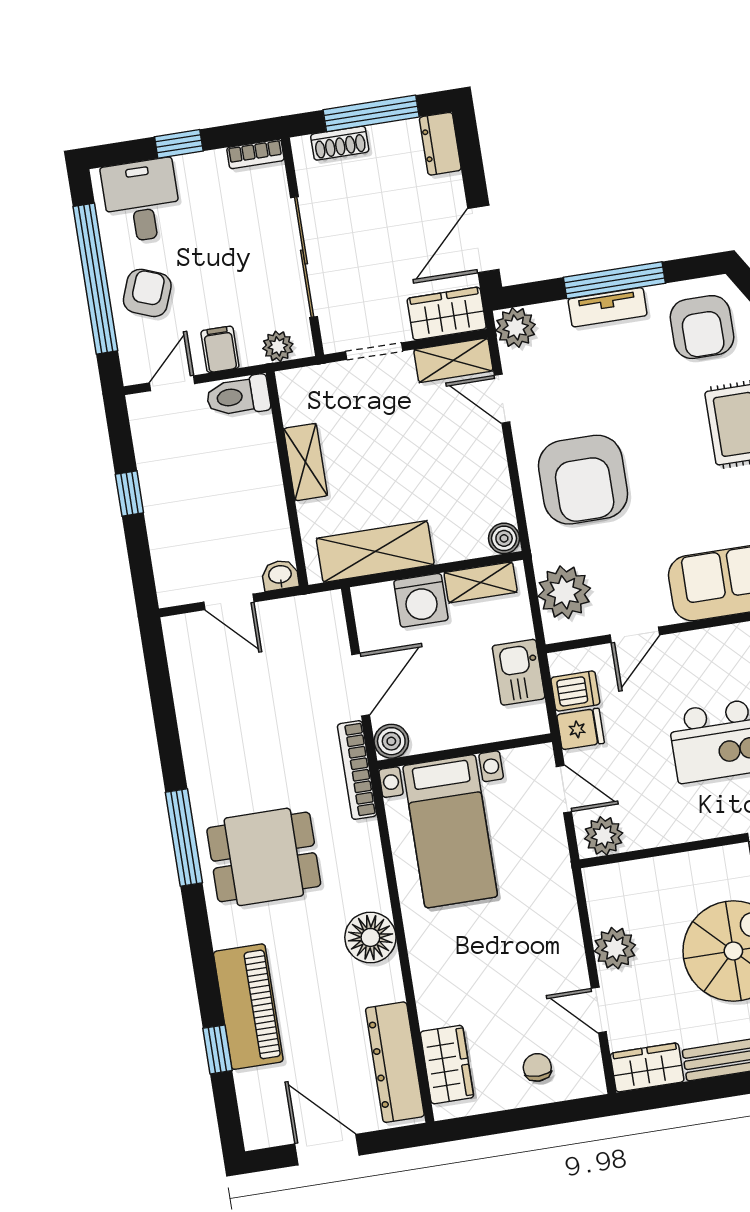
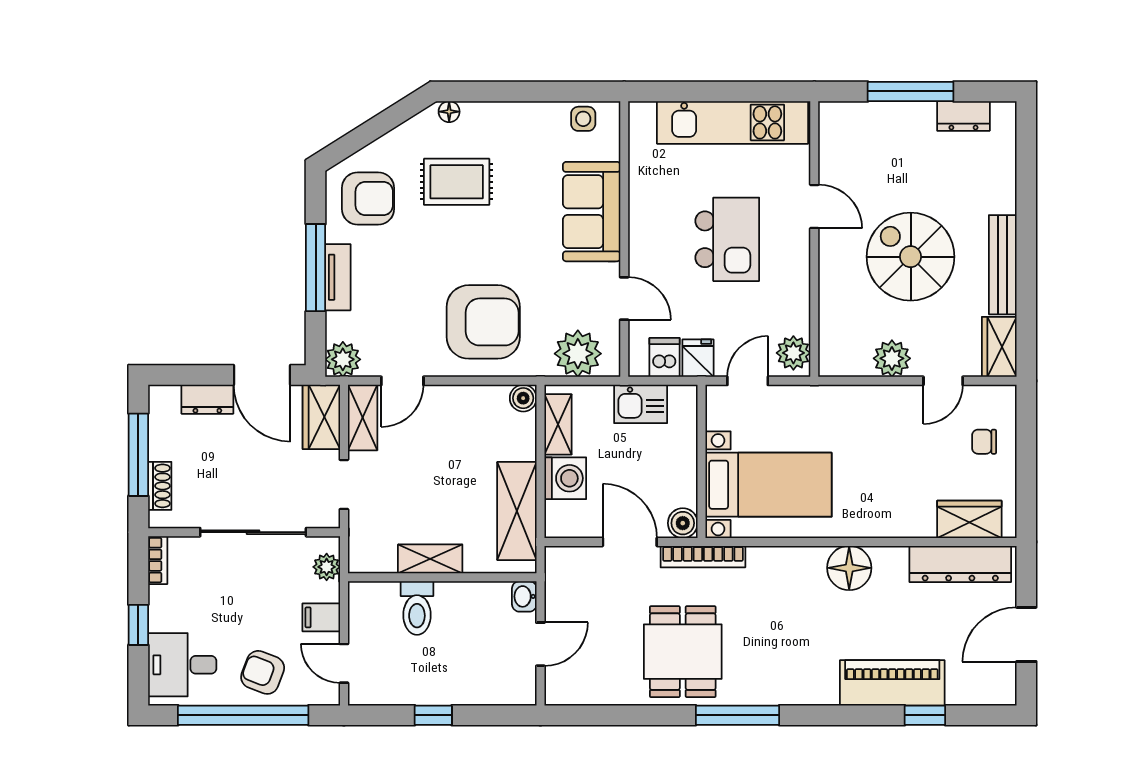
dresser: (440, 144) -> (207, 399), moved
toilet: (238, 396) -> (417, 608), moved
dining table: (264, 857) -> (683, 652), moved

